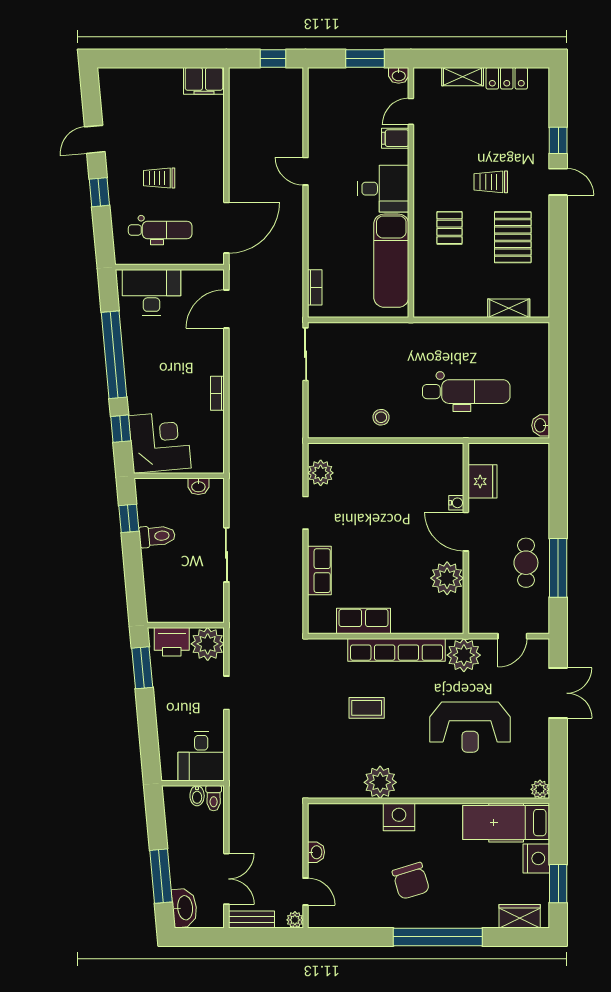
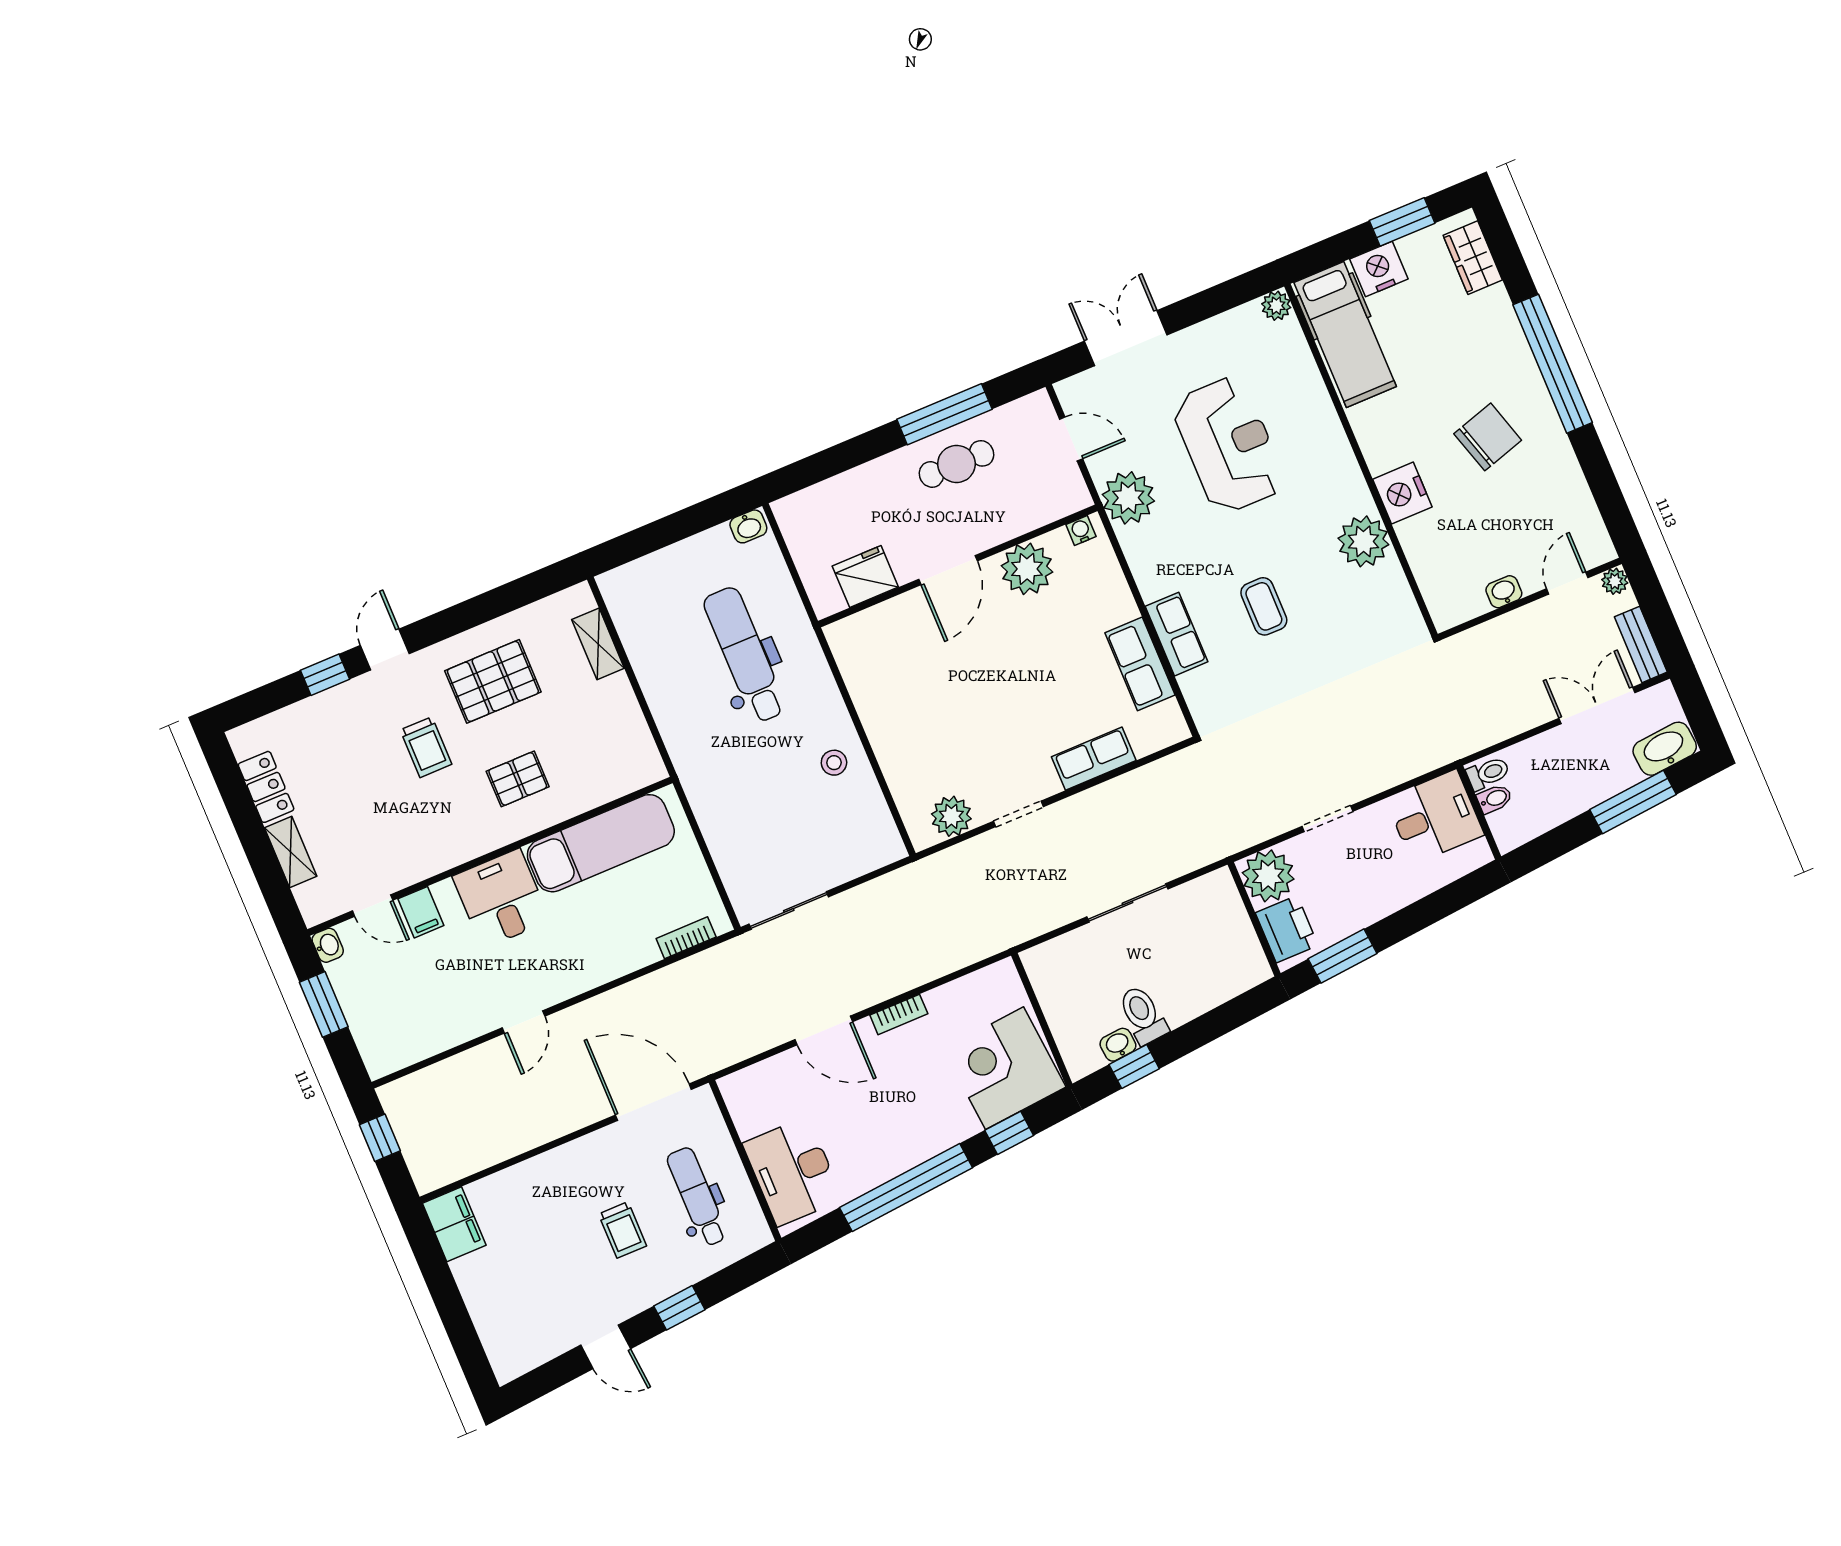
door: (226, 309) -> (824, 1031), moved
washbasin: (198, 486) -> (1118, 1045), moved, turned -95
water cooler: (456, 503) -> (1081, 530), moved
row of seats: (397, 650) -> (1177, 634), width x0.50

